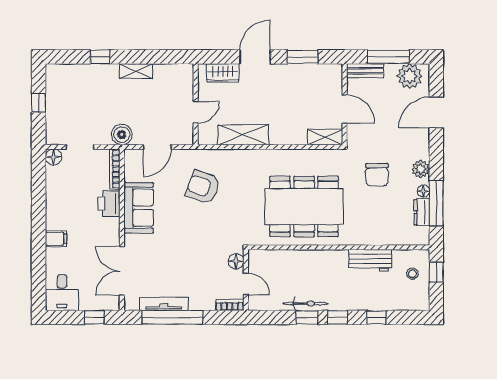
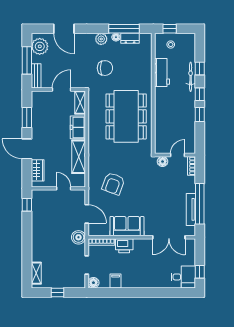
window: (100, 57) -> (27, 205), moved
shelving: (136, 71) -> (36, 273), moved
freezer: (287, 134) -> (78, 127), added
filing cabinet: (56, 239) -> (116, 281), moved
bicycle: (305, 304) -> (191, 77), moved
window: (94, 317) -> (200, 272), moved

